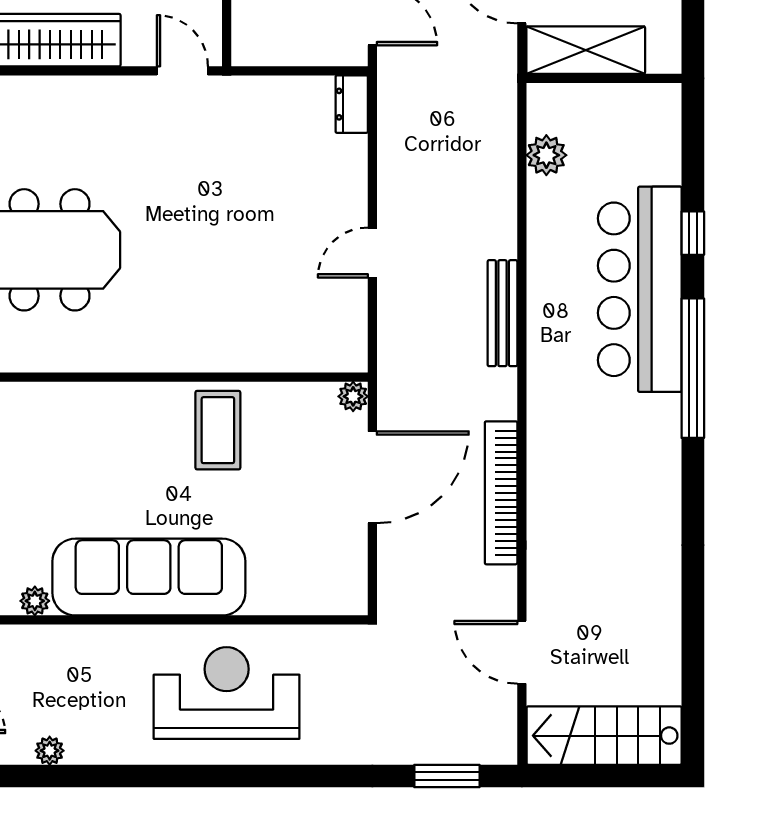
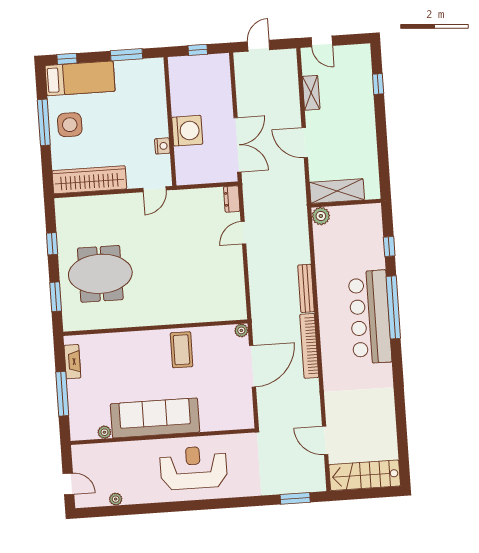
shelving: (586, 50) -> (337, 191), moved
door: (182, 71) -> (155, 189), swing flipped
wall: (604, 78) -> (346, 203), moved
door: (372, 253) -> (243, 233), moved
bar counter: (640, 289) -> (370, 317), moved
bookcase: (501, 493) -> (309, 346), moved

